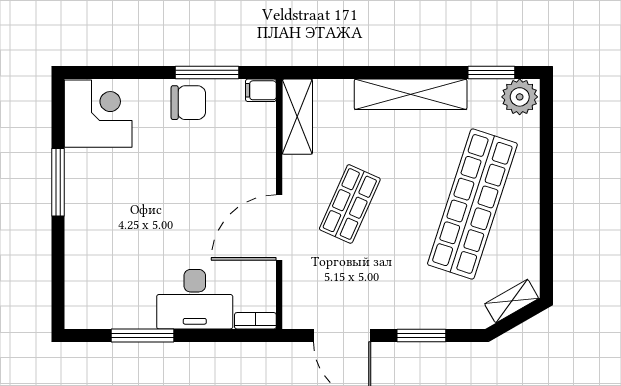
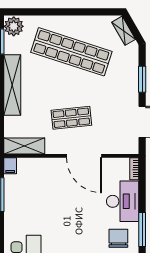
chair: (188, 103) -> (118, 238), moved
shop shelf: (350, 204) -> (71, 118), turned -30

